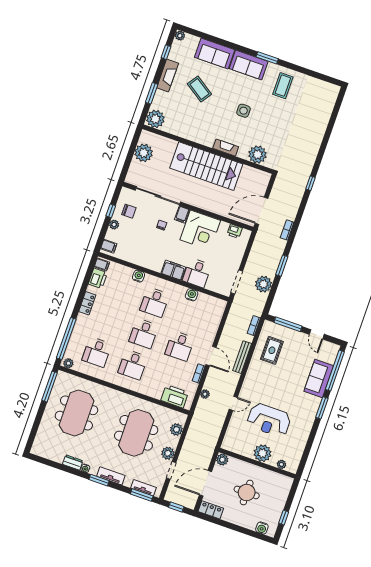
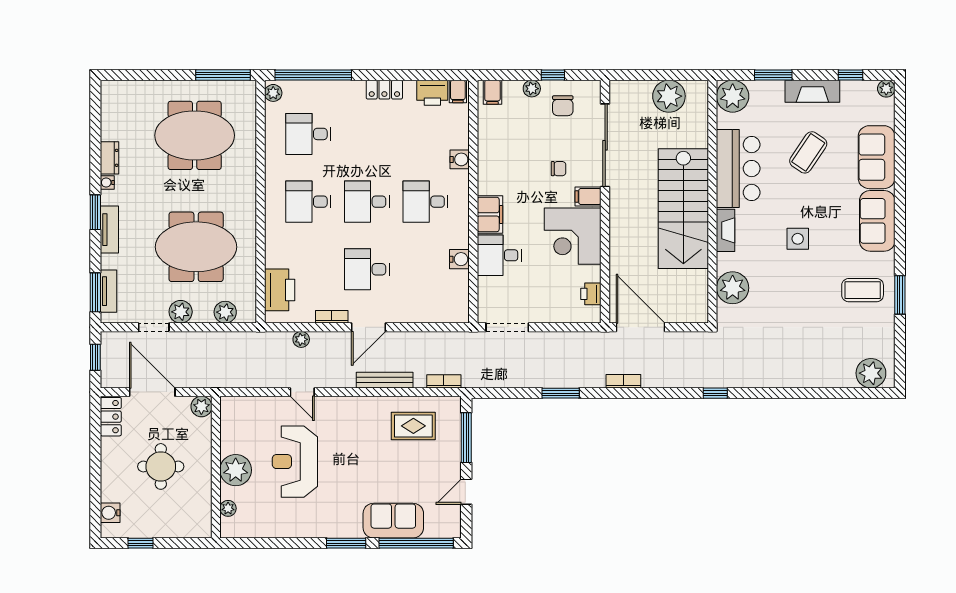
window: (267, 58) -> (900, 295), moved
bar counter: (195, 129) -> (738, 169), added
plant: (263, 284) -> (871, 373), moved

